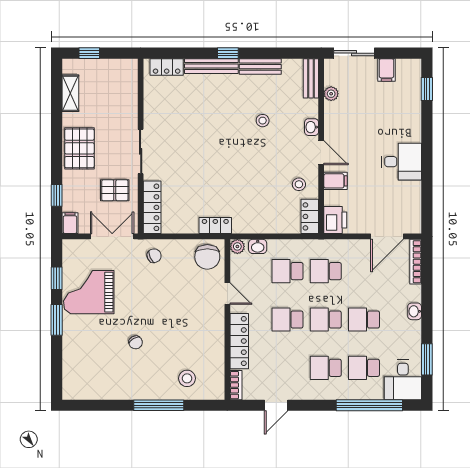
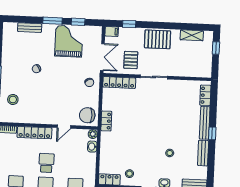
school desk: (287, 271) -> (76, 164), removed
bench: (69, 356) -> (30, 28), added

